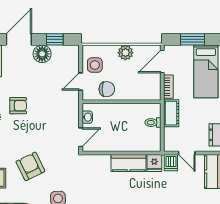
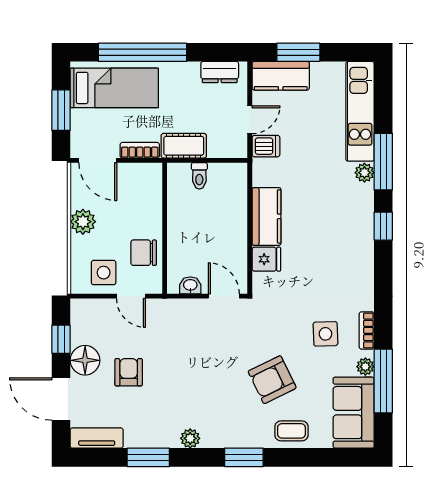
chair: (107, 89) -> (144, 253), turned -90
armchair: (18, 106) -> (129, 372), moved
fridge: (154, 163) -> (266, 259), moved

